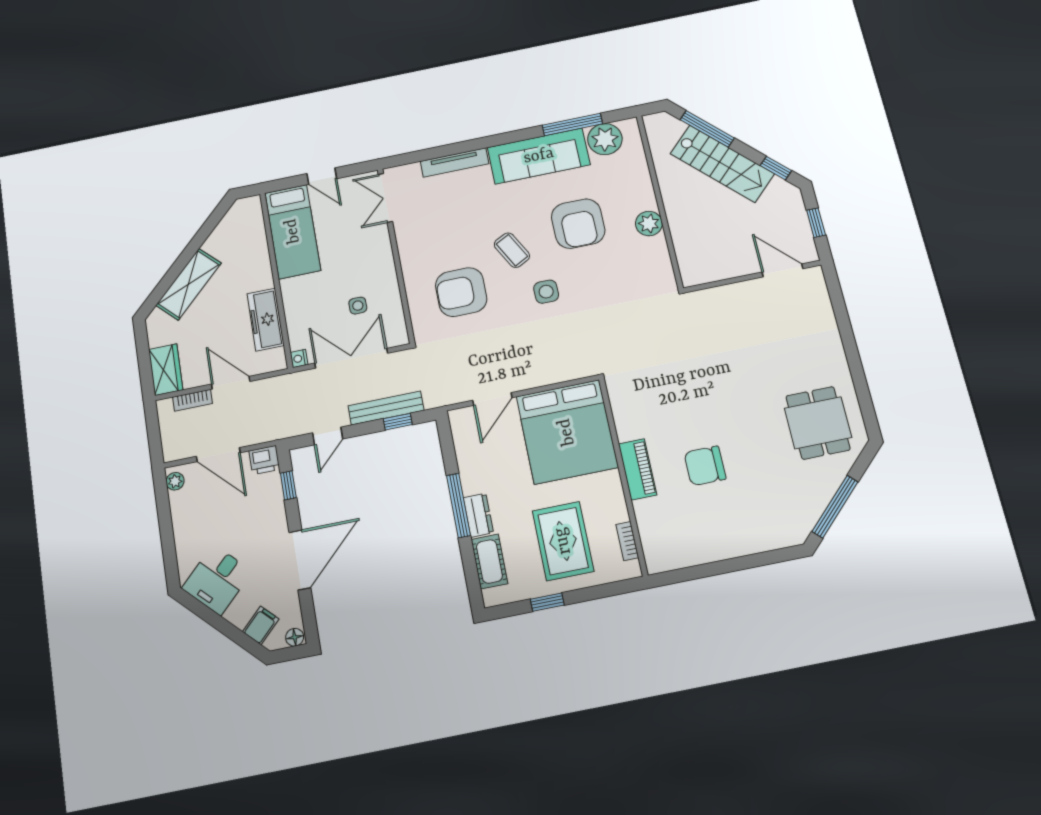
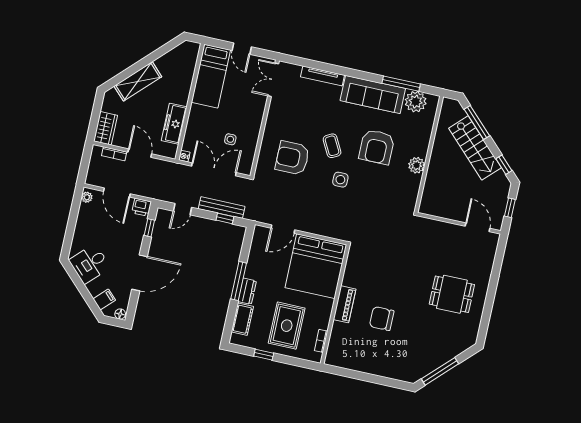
dining table: (818, 423) -> (452, 294), moved, turned 90

